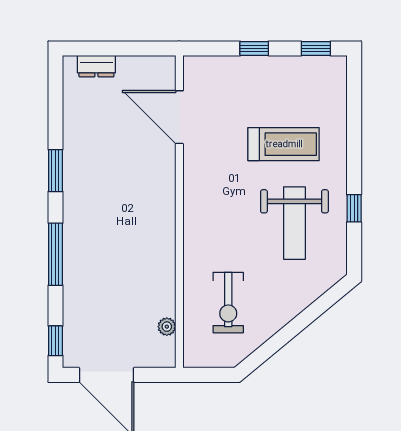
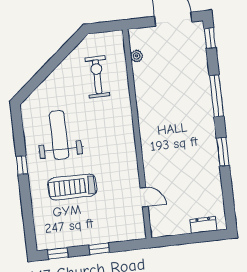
door: (179, 117) -> (144, 197), width x0.53
window: (354, 208) -> (22, 165), moved

